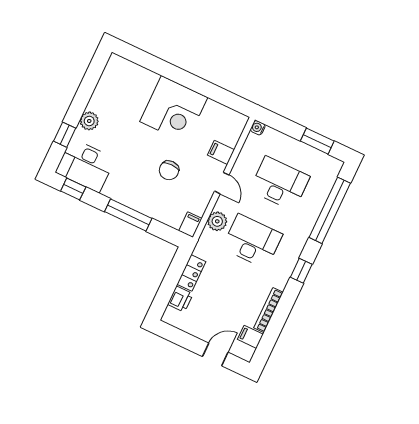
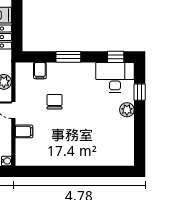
corner desk: (174, 109) -> (71, 146), removed
window: (128, 215) -> (68, 57), width x0.69
filing cabinet: (190, 225) -> (40, 71), moved

